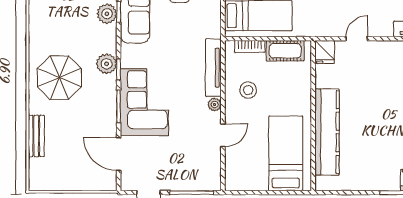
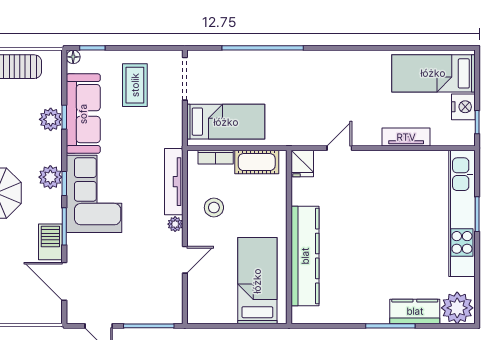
corner sofa: (144, 102) -> (94, 194), moved
barbecue: (107, 120) -> (50, 242), added

